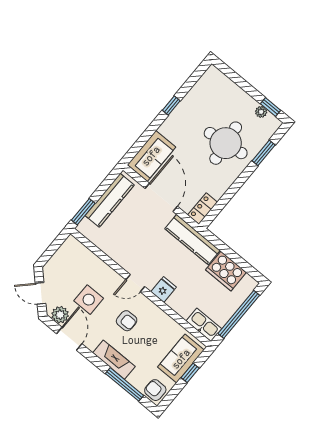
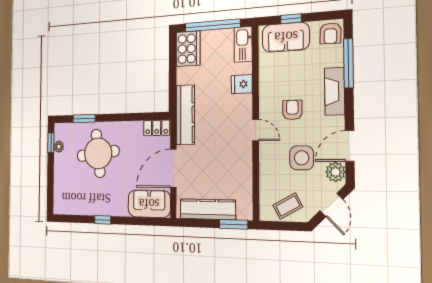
coffee table: (64, 262) -> (288, 206), added
cooker: (226, 271) -> (188, 49), moved
fridge: (164, 290) -> (242, 84), moved

